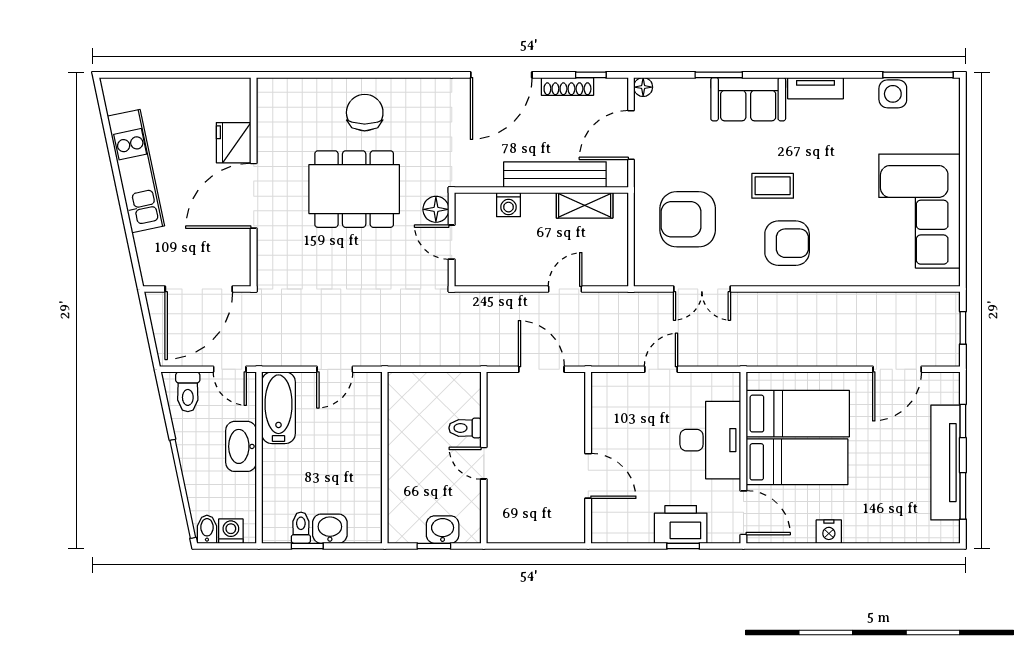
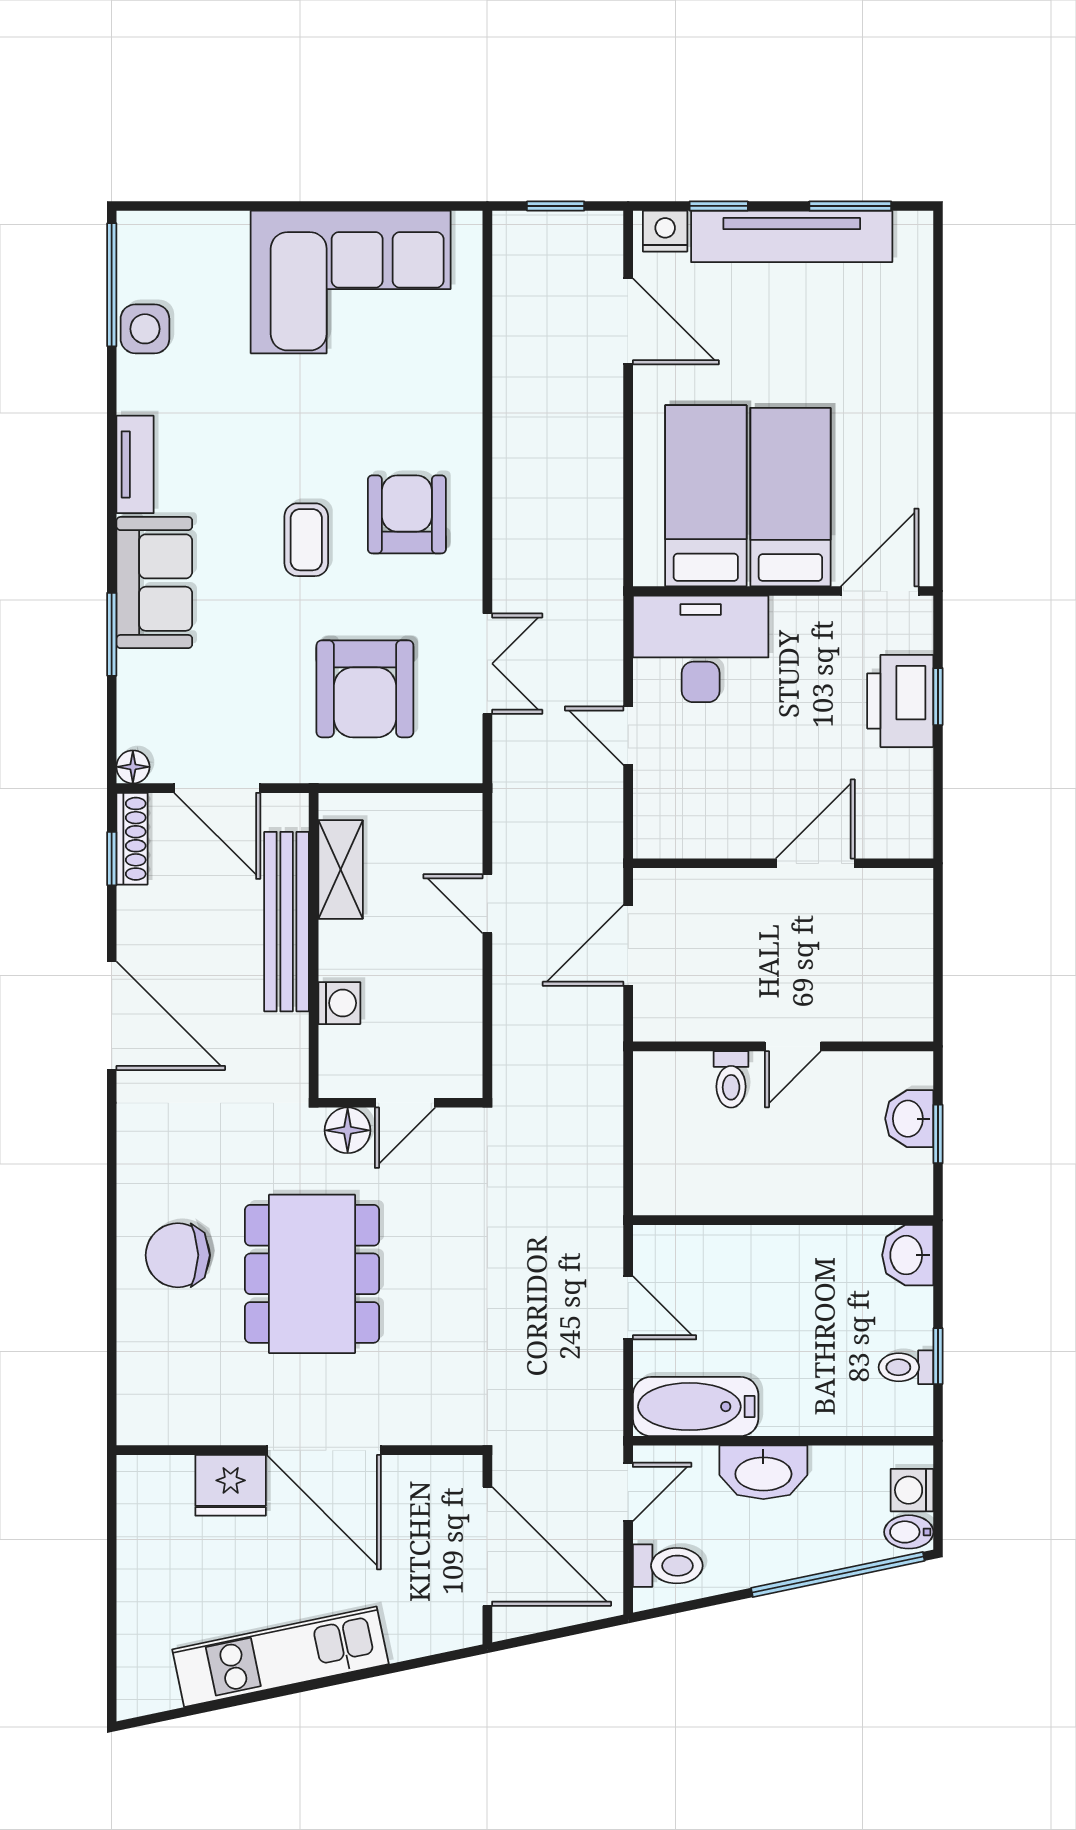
shoe rack: (567, 86) -> (132, 839), moved
desk: (710, 440) -> (701, 649), moved
washbasin: (330, 529) -> (908, 1255), moved
nightstand: (829, 532) -> (665, 231), moved, turned -90

